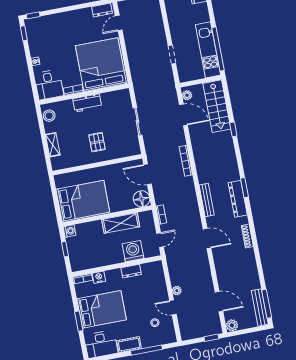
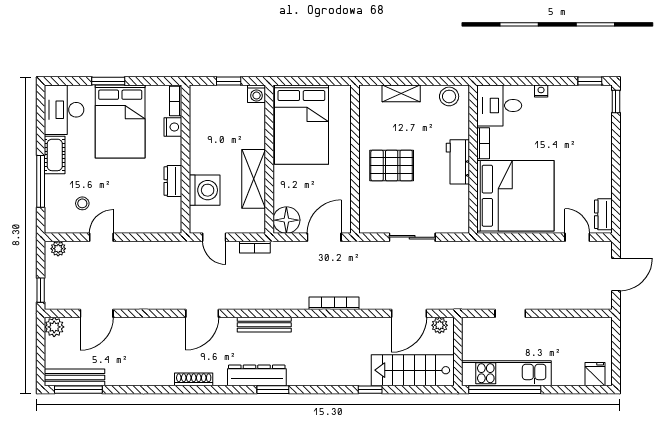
pallet: (97, 142) -> (392, 166), width x1.50, depth x1.42
plant: (177, 291) -> (58, 249), moved

